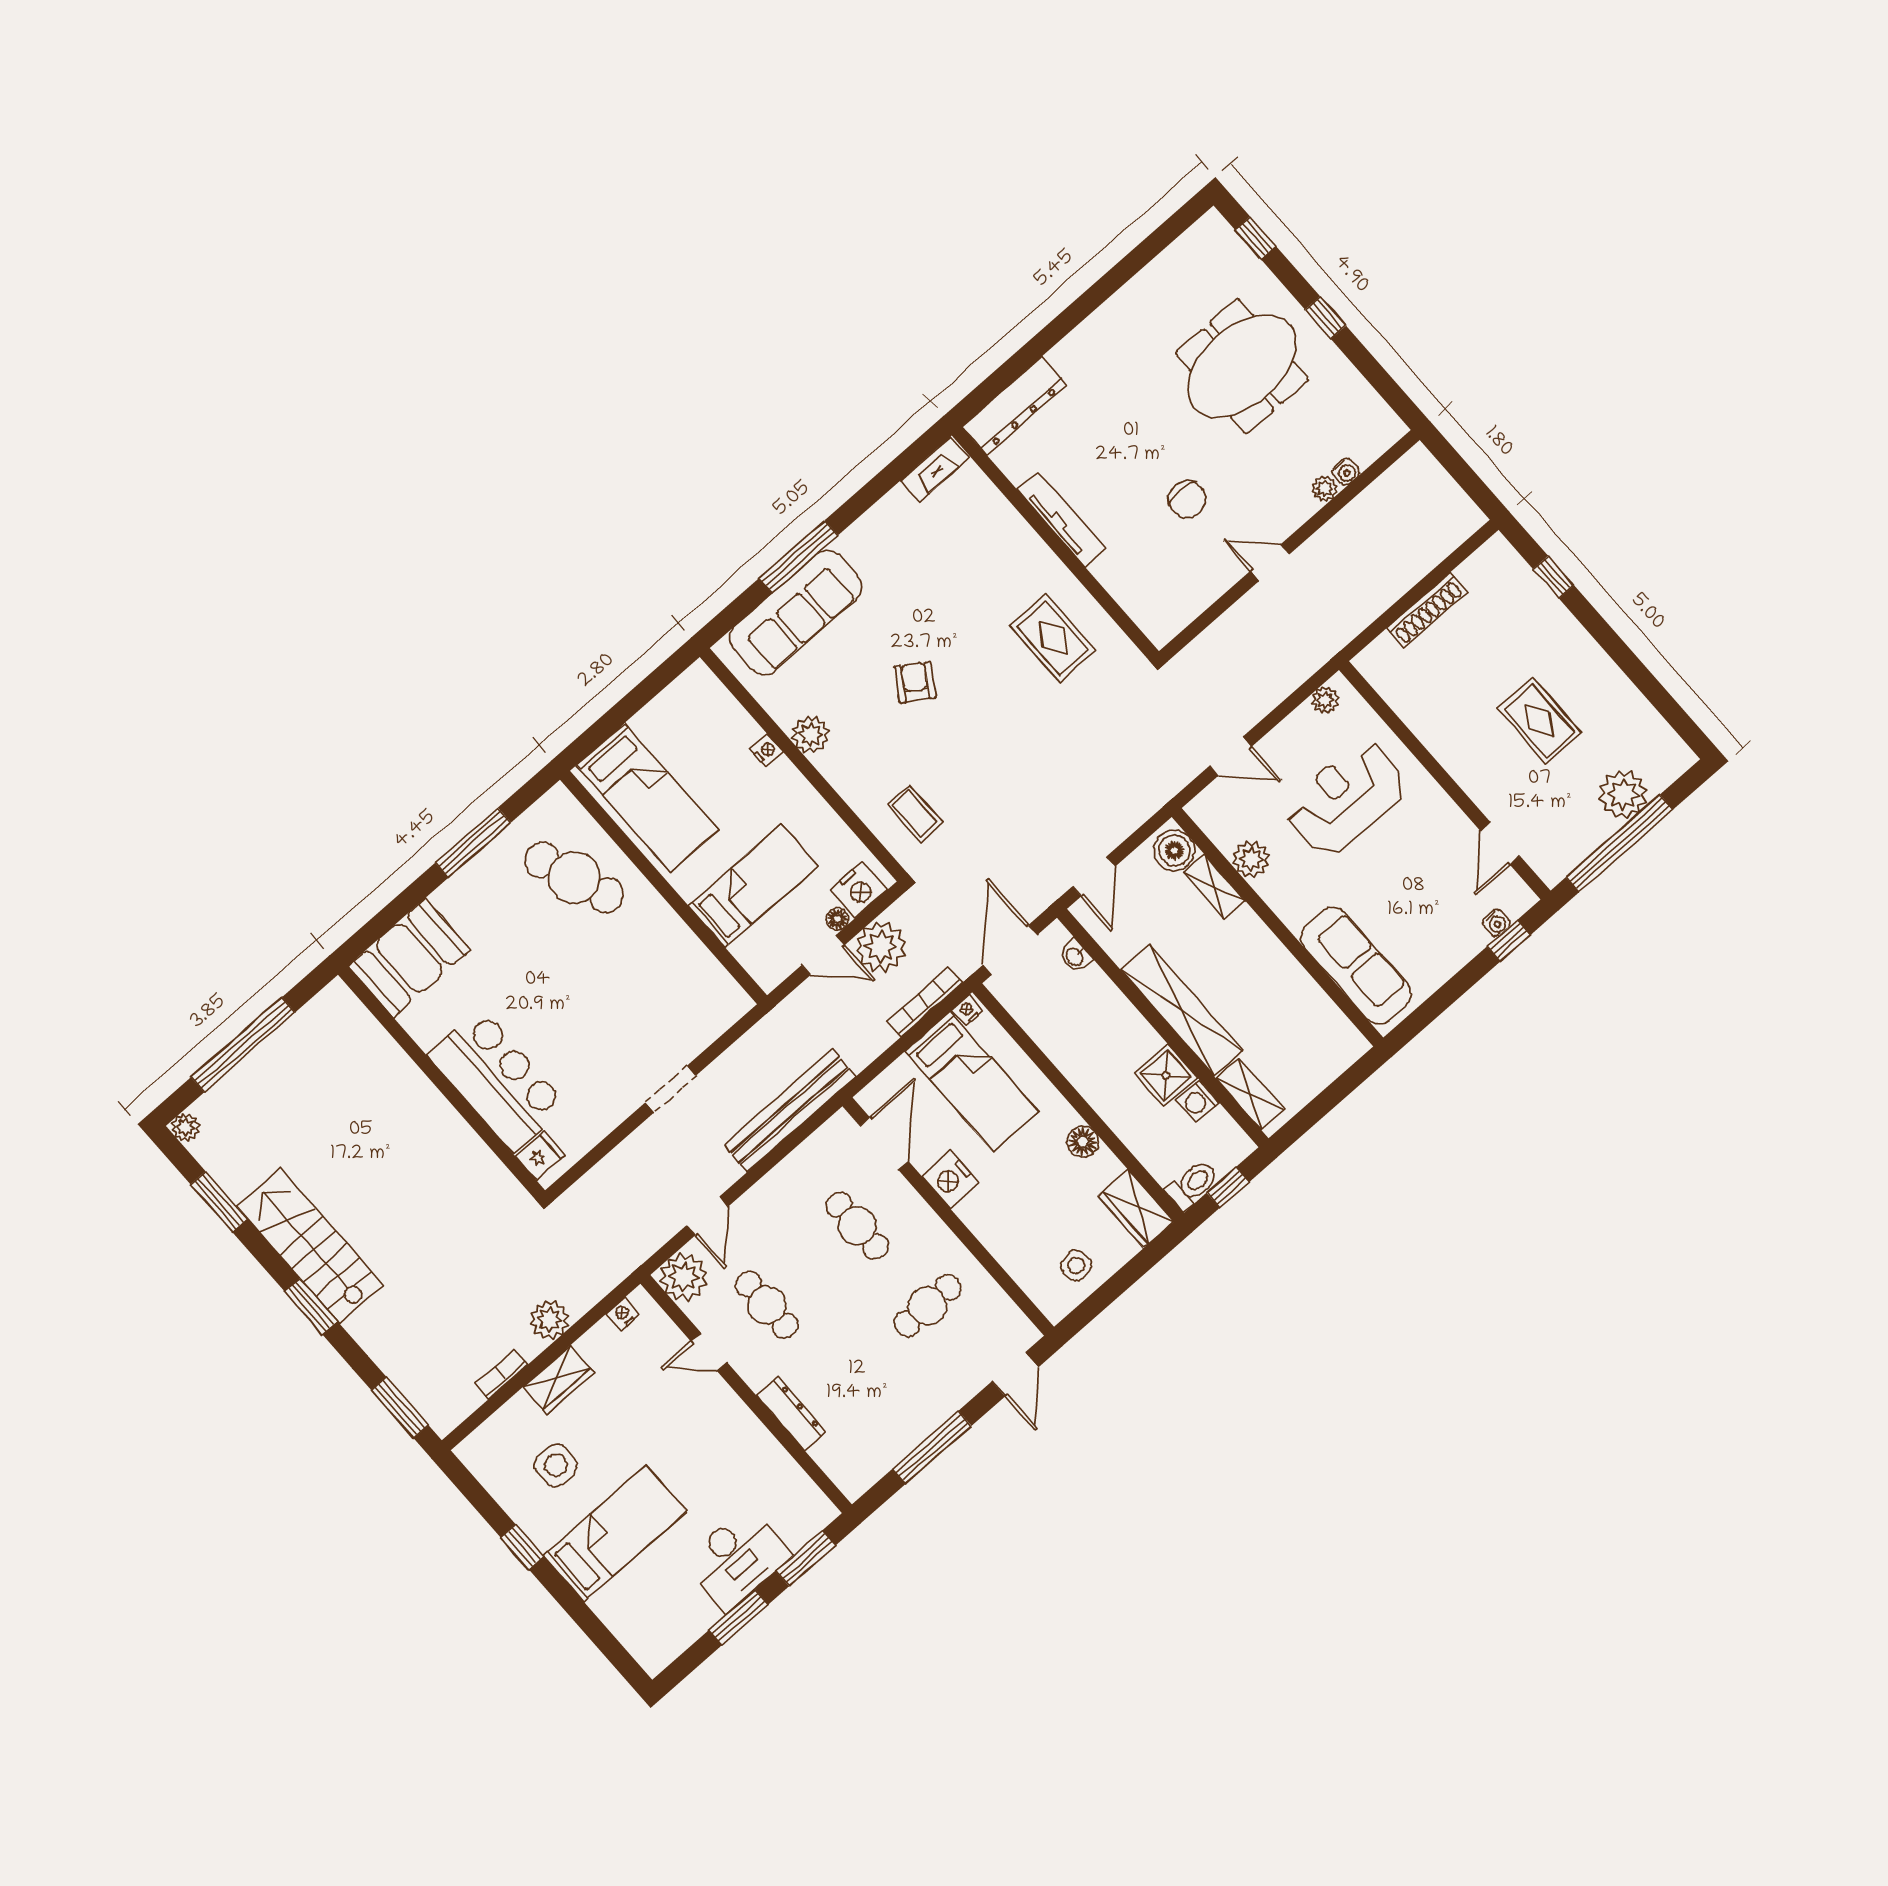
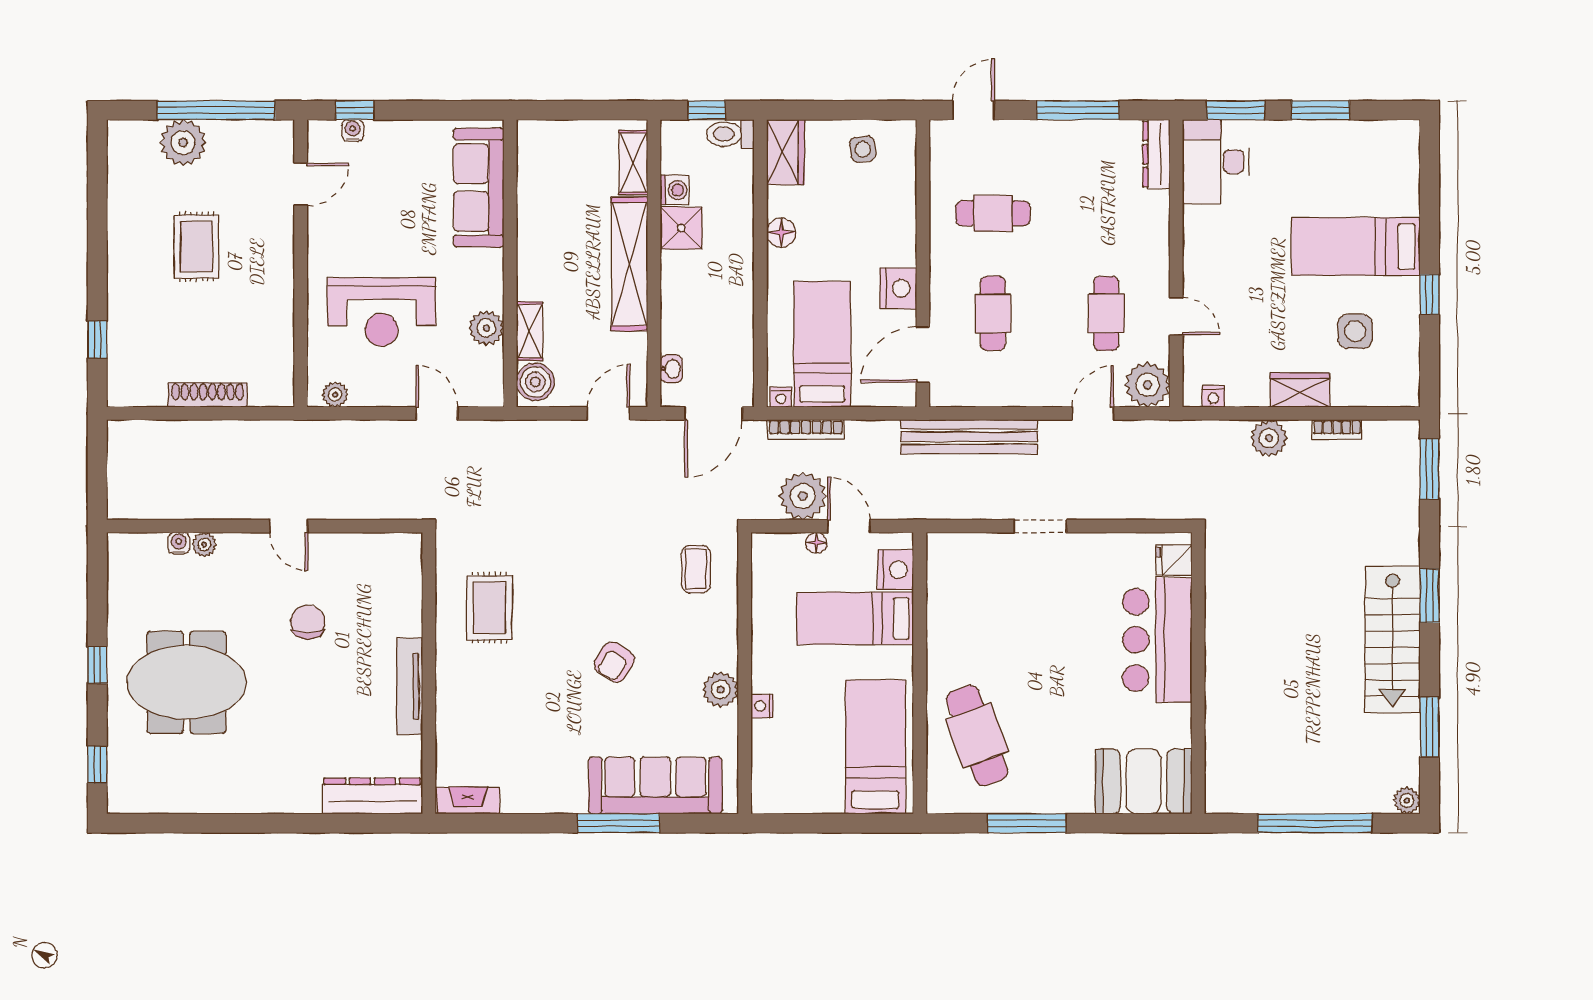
nightstand: (858, 890) -> (896, 570), moved, turned 90
dresser: (791, 1414) -> (1156, 154), moved
desk: (737, 1559) -> (1216, 162), moved, turned -90

